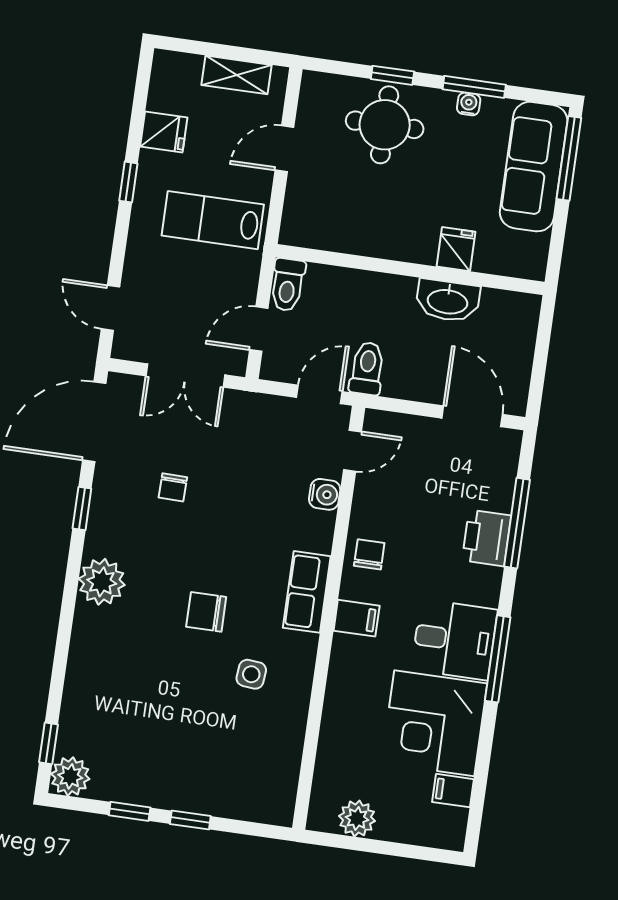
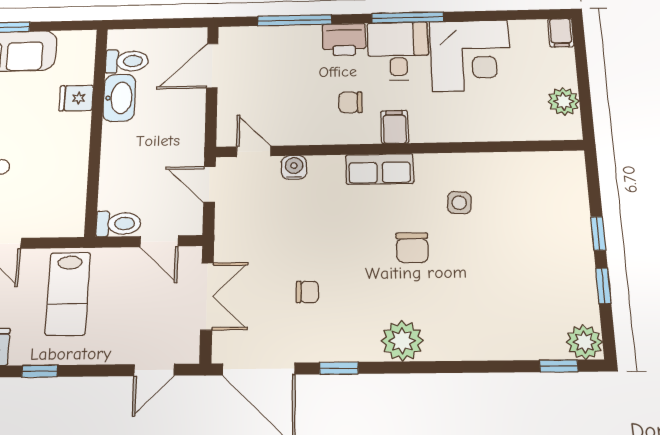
toilet: (367, 368) -> (127, 61), moved, turned 180
printer: (487, 538) -> (344, 39), moved
chair: (369, 554) -> (351, 102), moved
filing cabinet: (453, 791) -> (561, 33), moved

